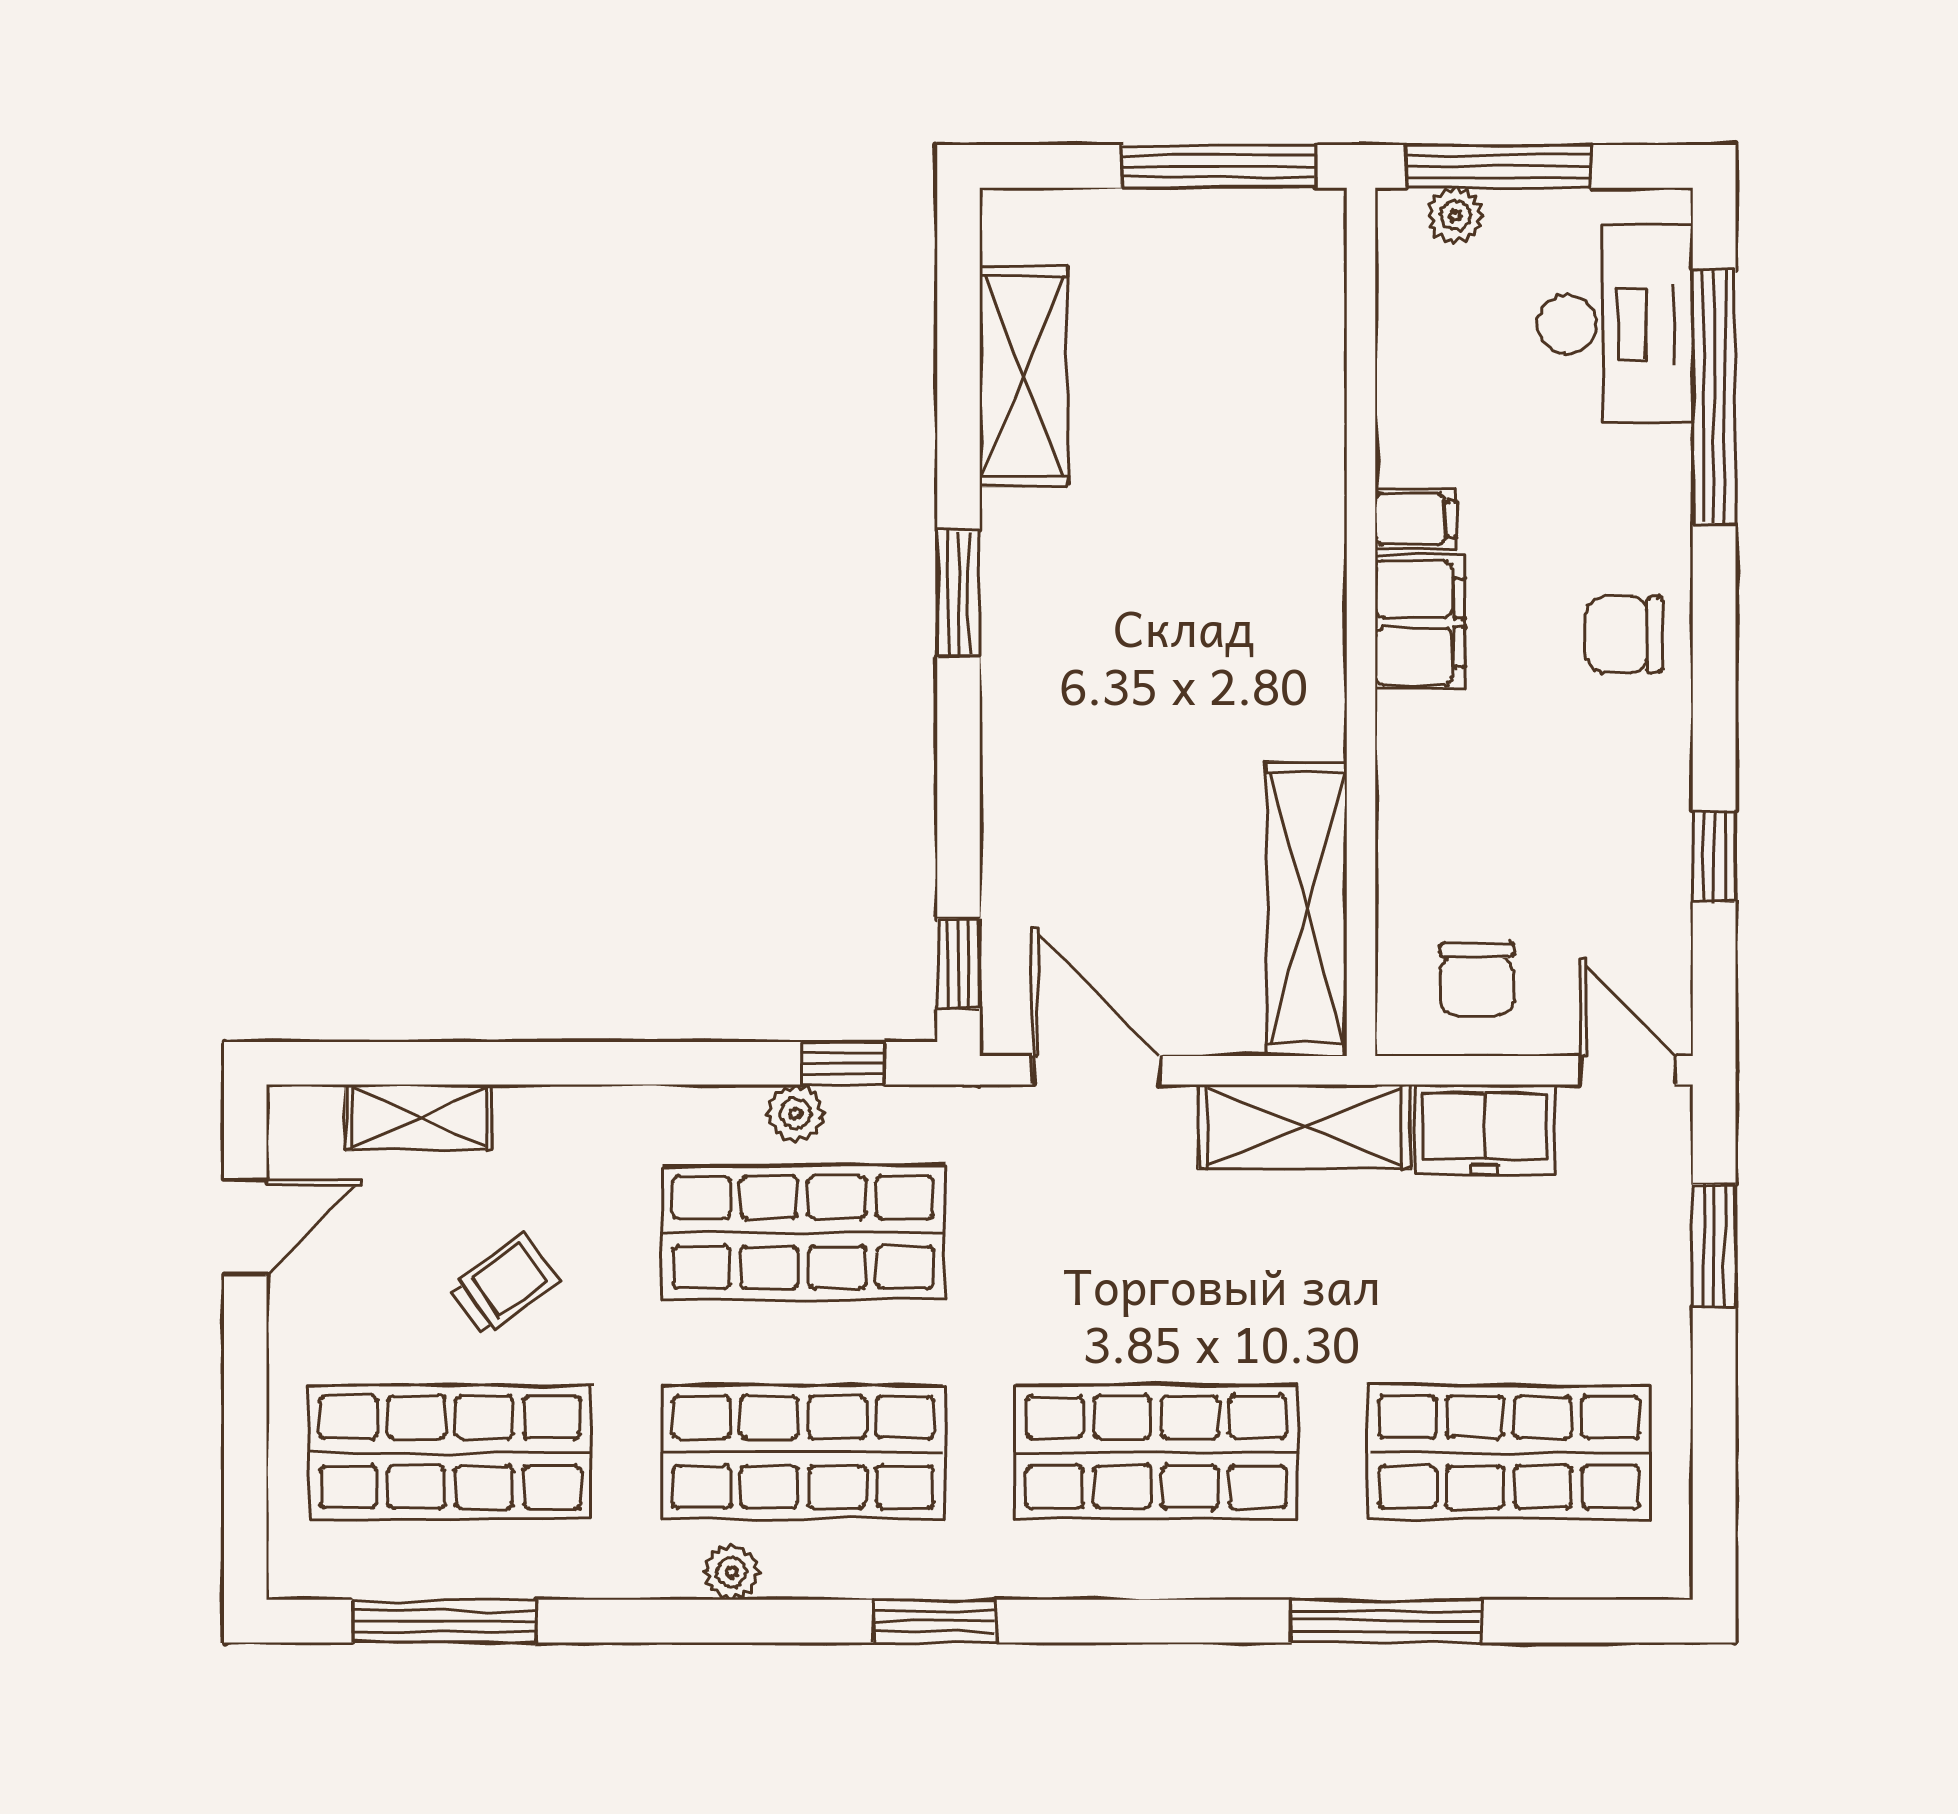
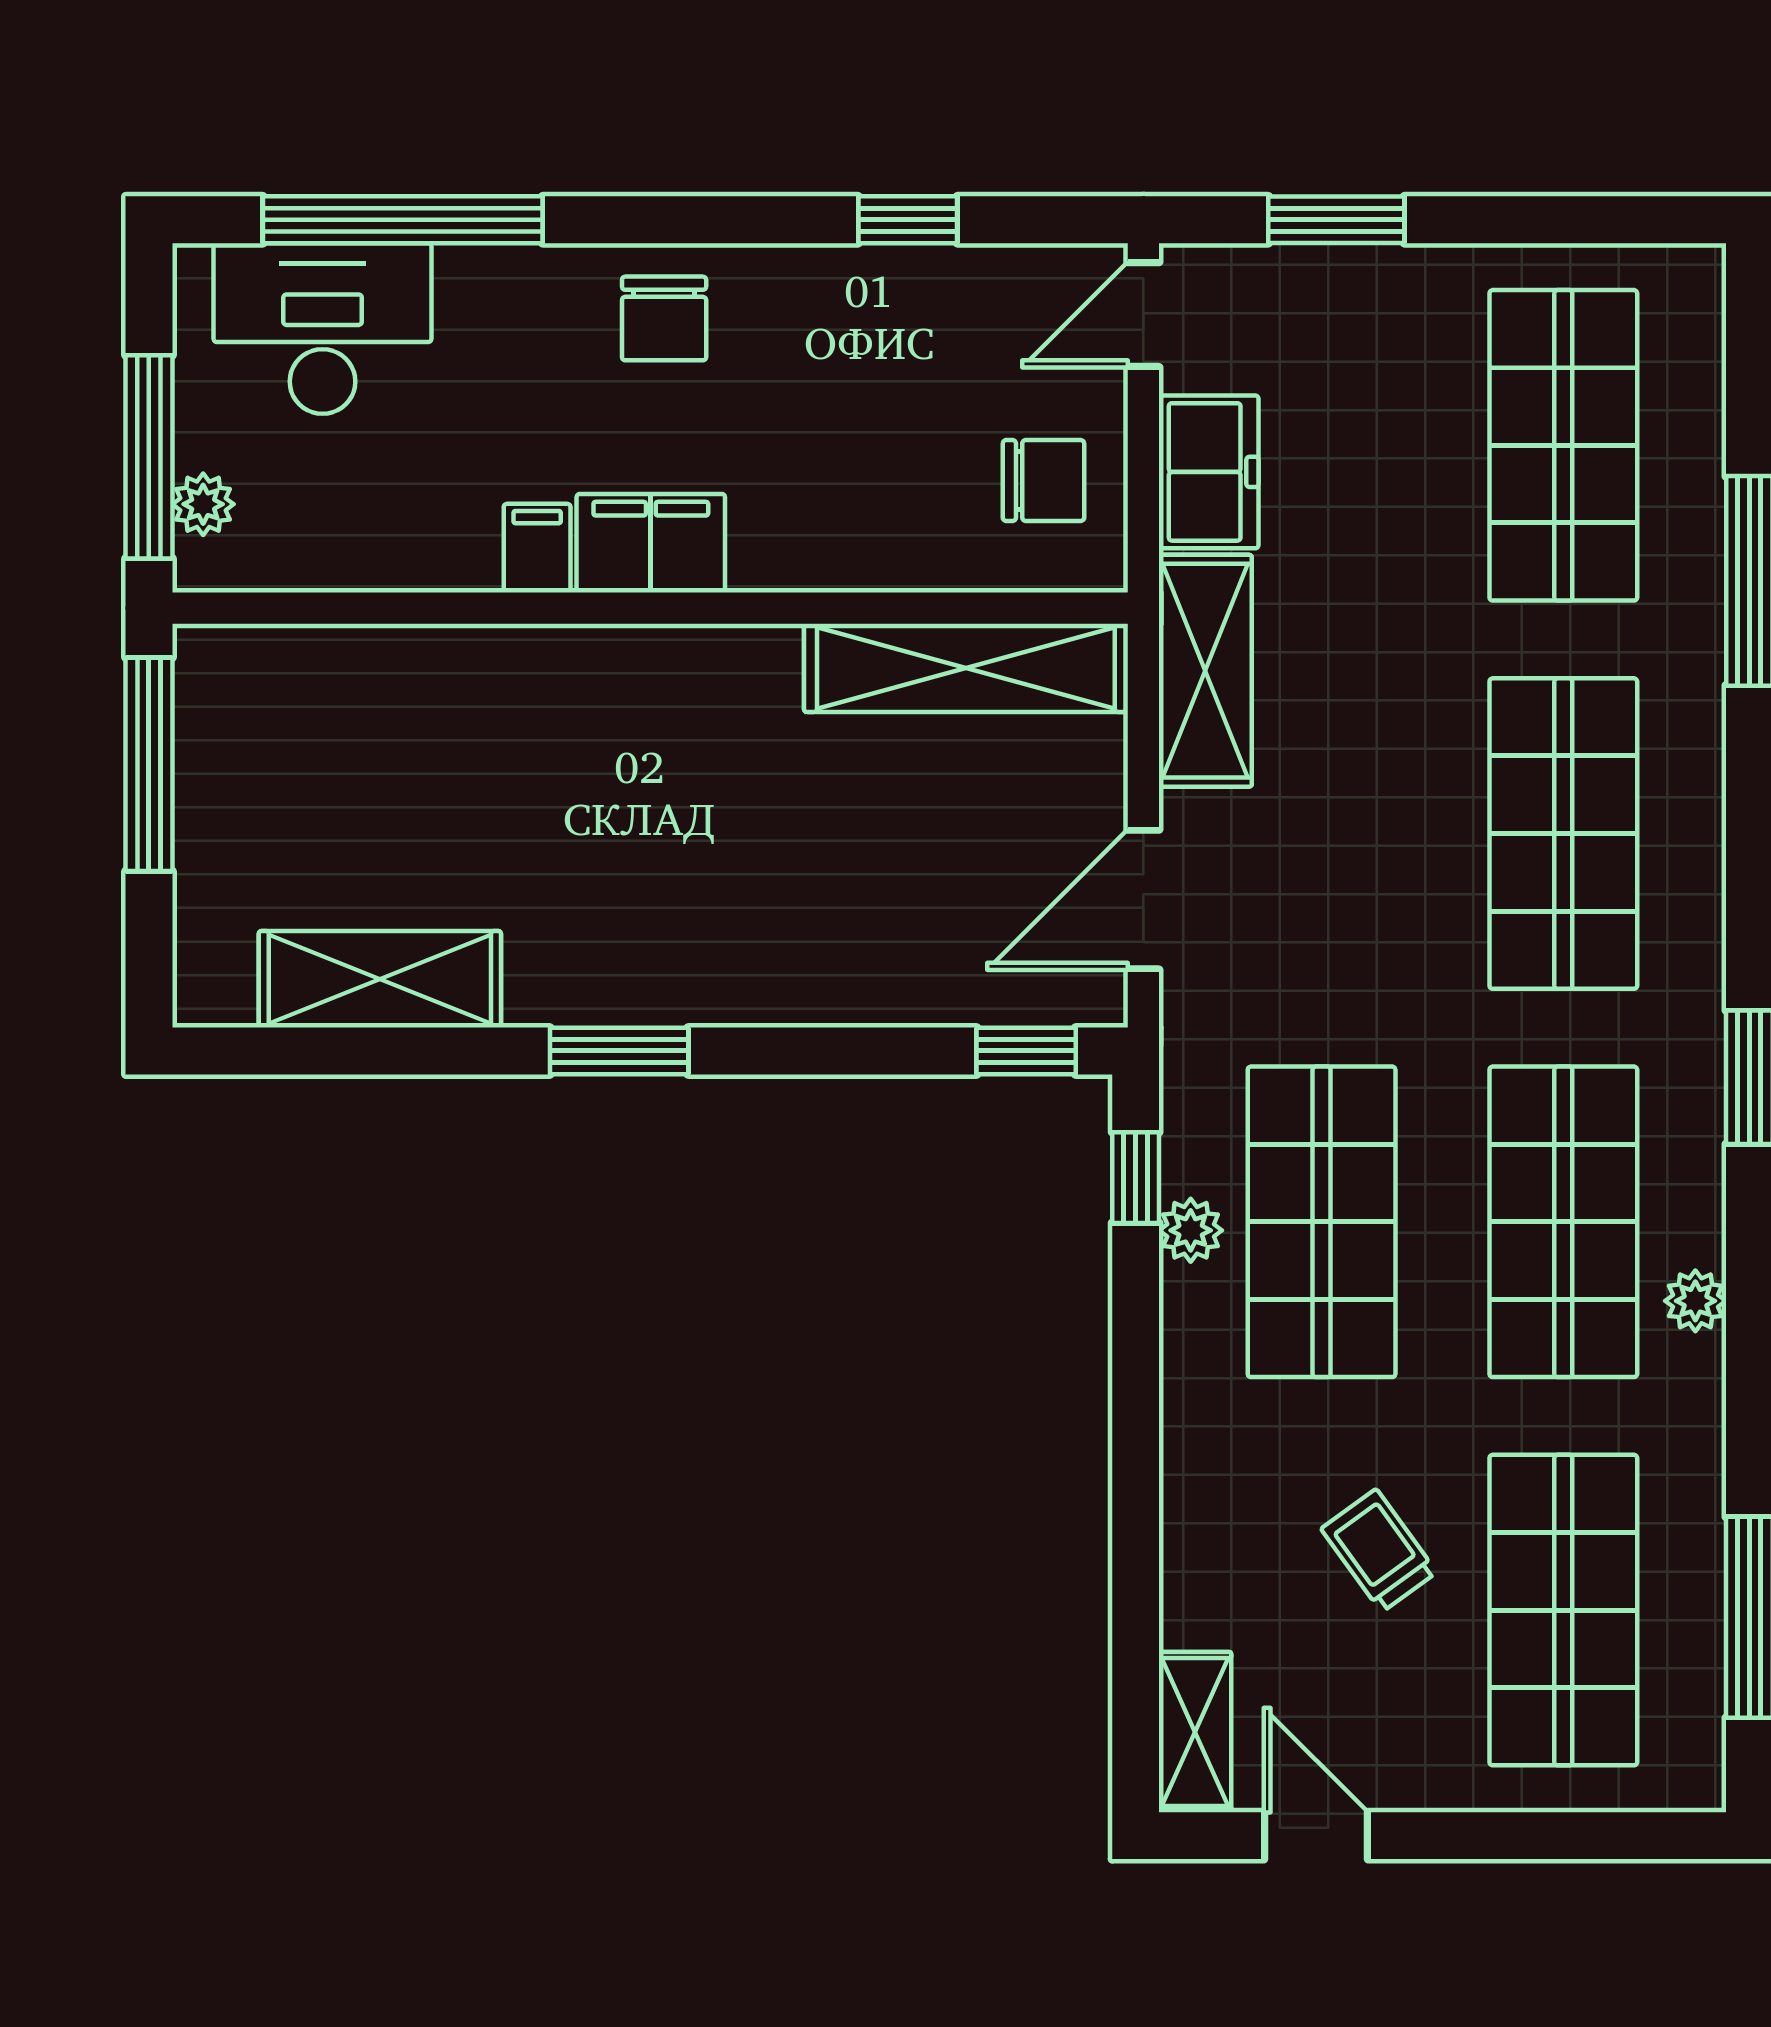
shelving: (419, 1117) -> (1195, 1732), moved

